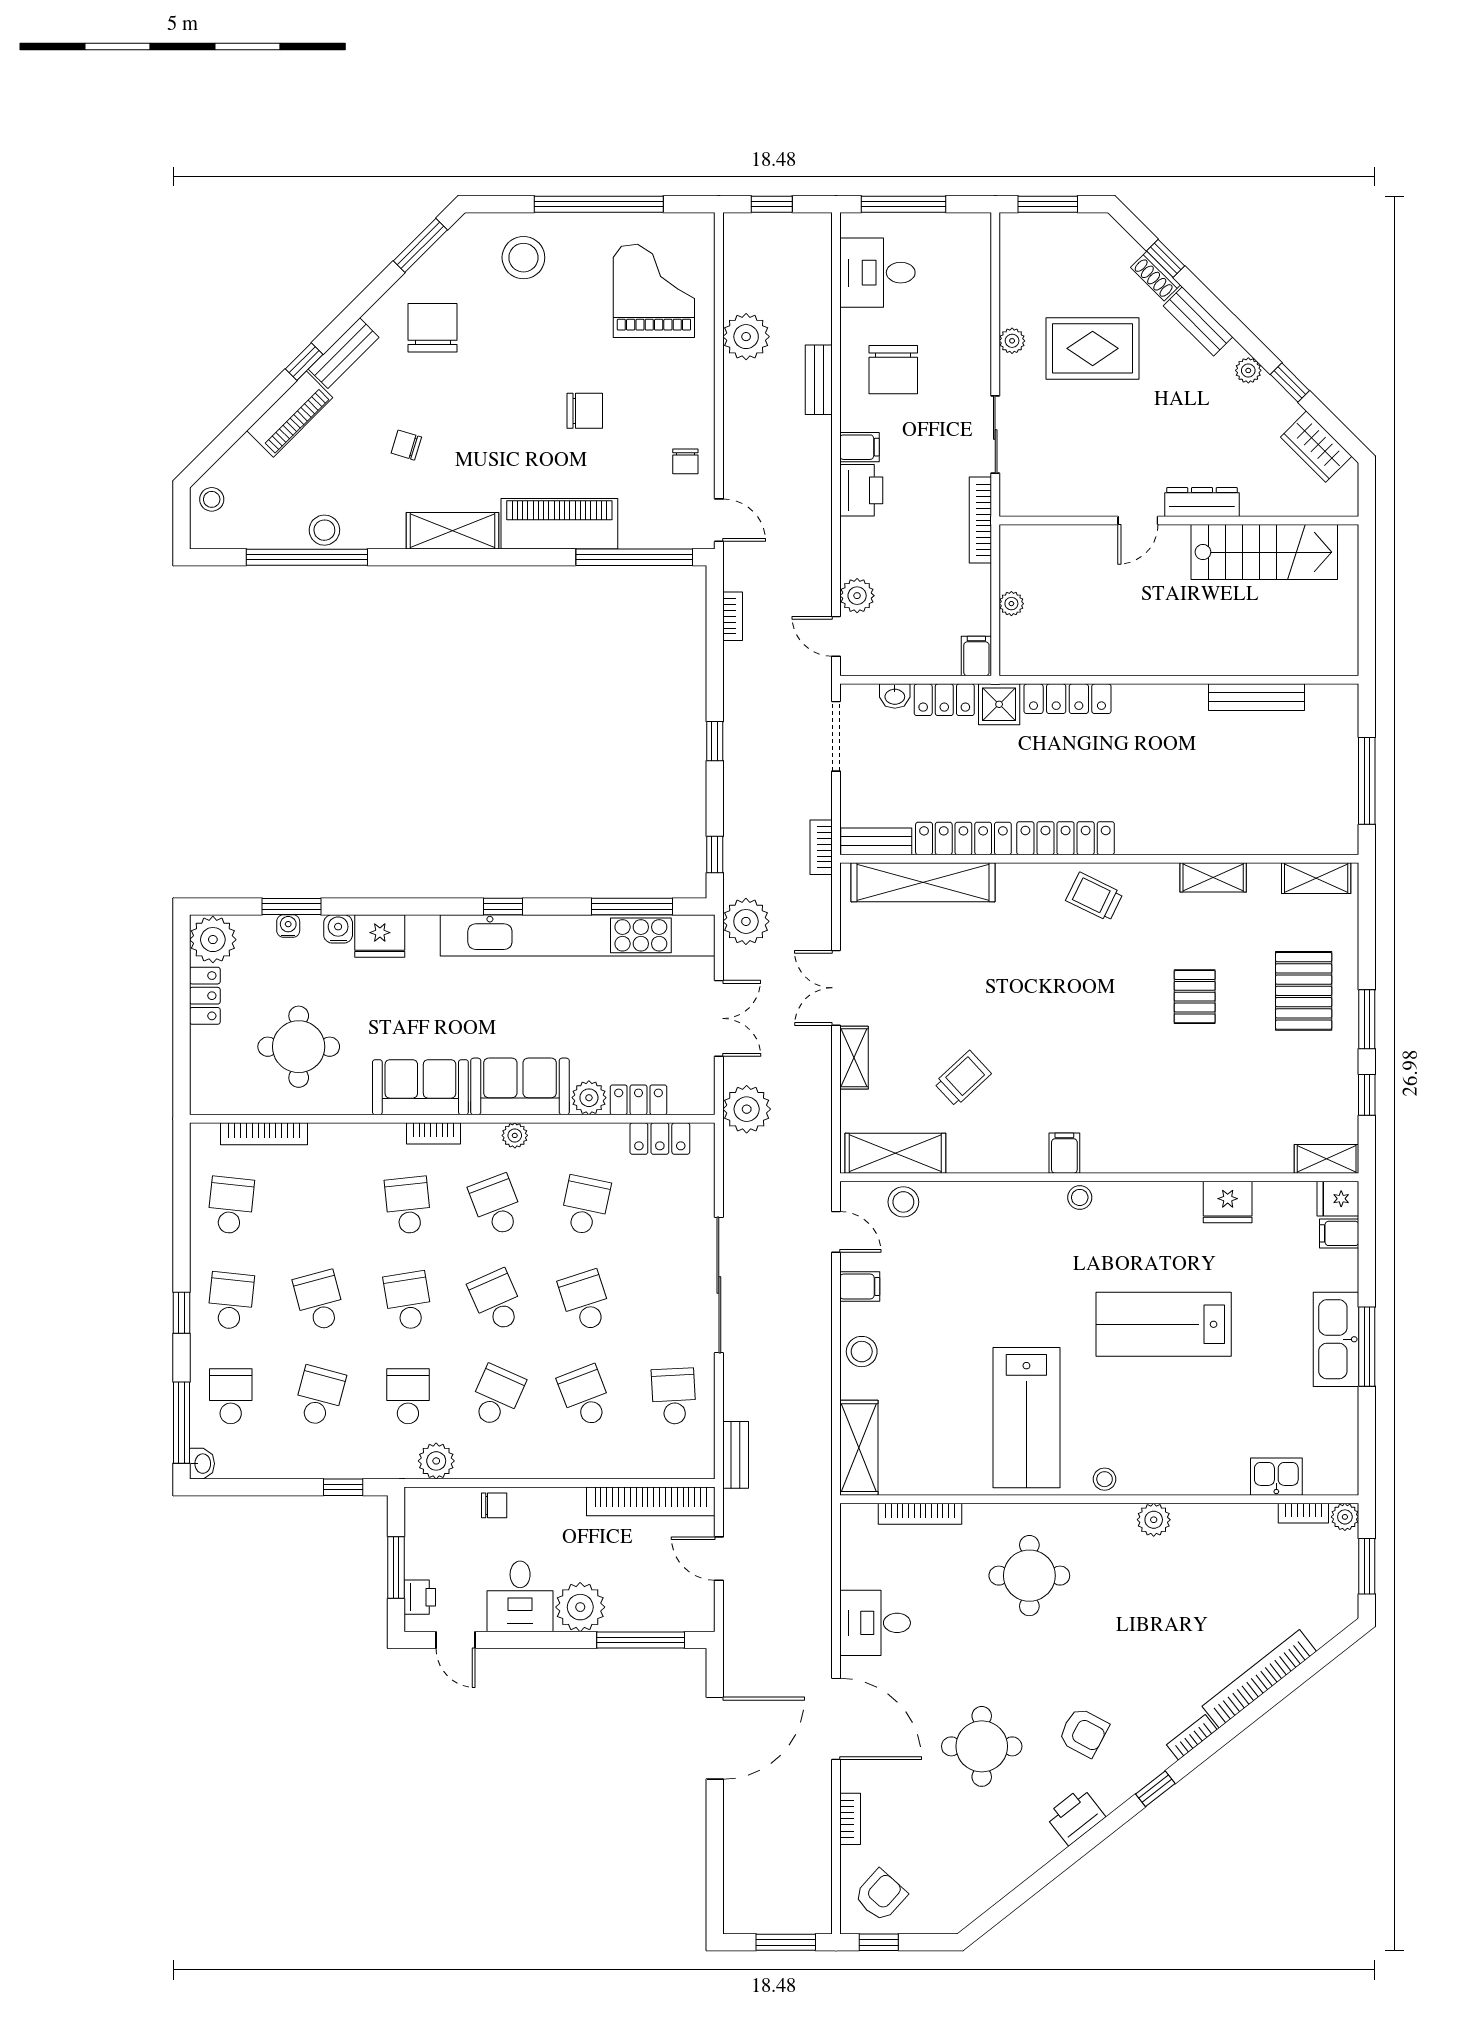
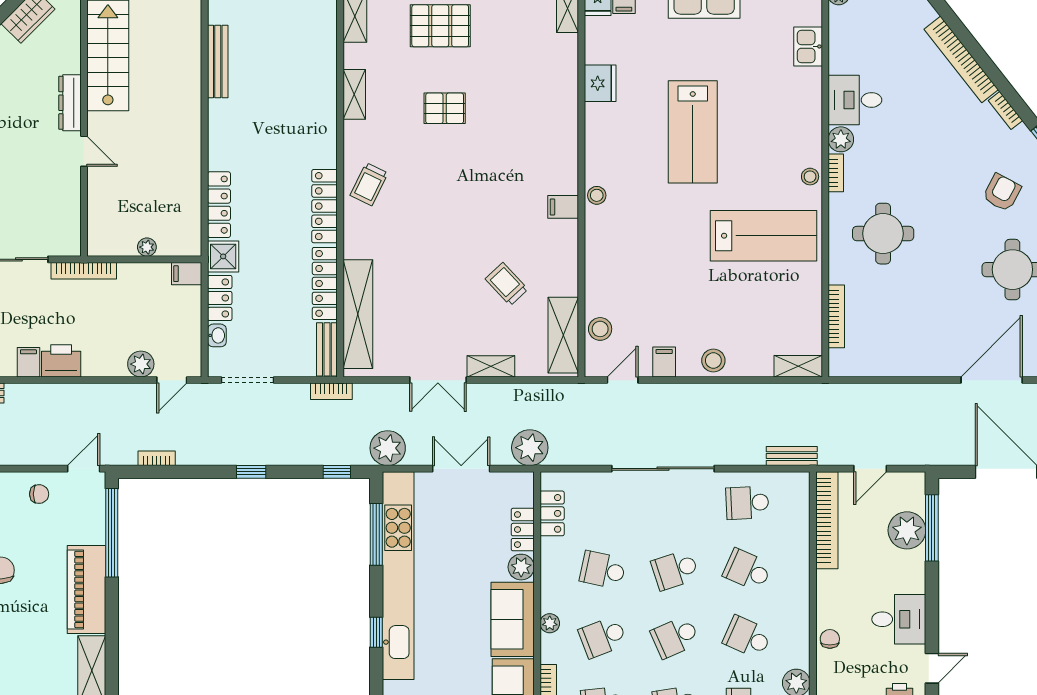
school desk: (585, 1396) -> (747, 570), turned 45
shelving: (859, 1448) -> (798, 366), width x0.67, depth x0.75
bookcase: (1303, 1513) -> (836, 173), moved
plant: (580, 1607) -> (907, 530), moved
desk: (875, 1623) -> (855, 100), moved, turned 90

